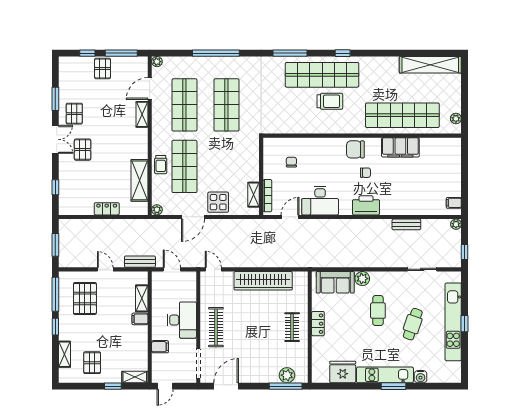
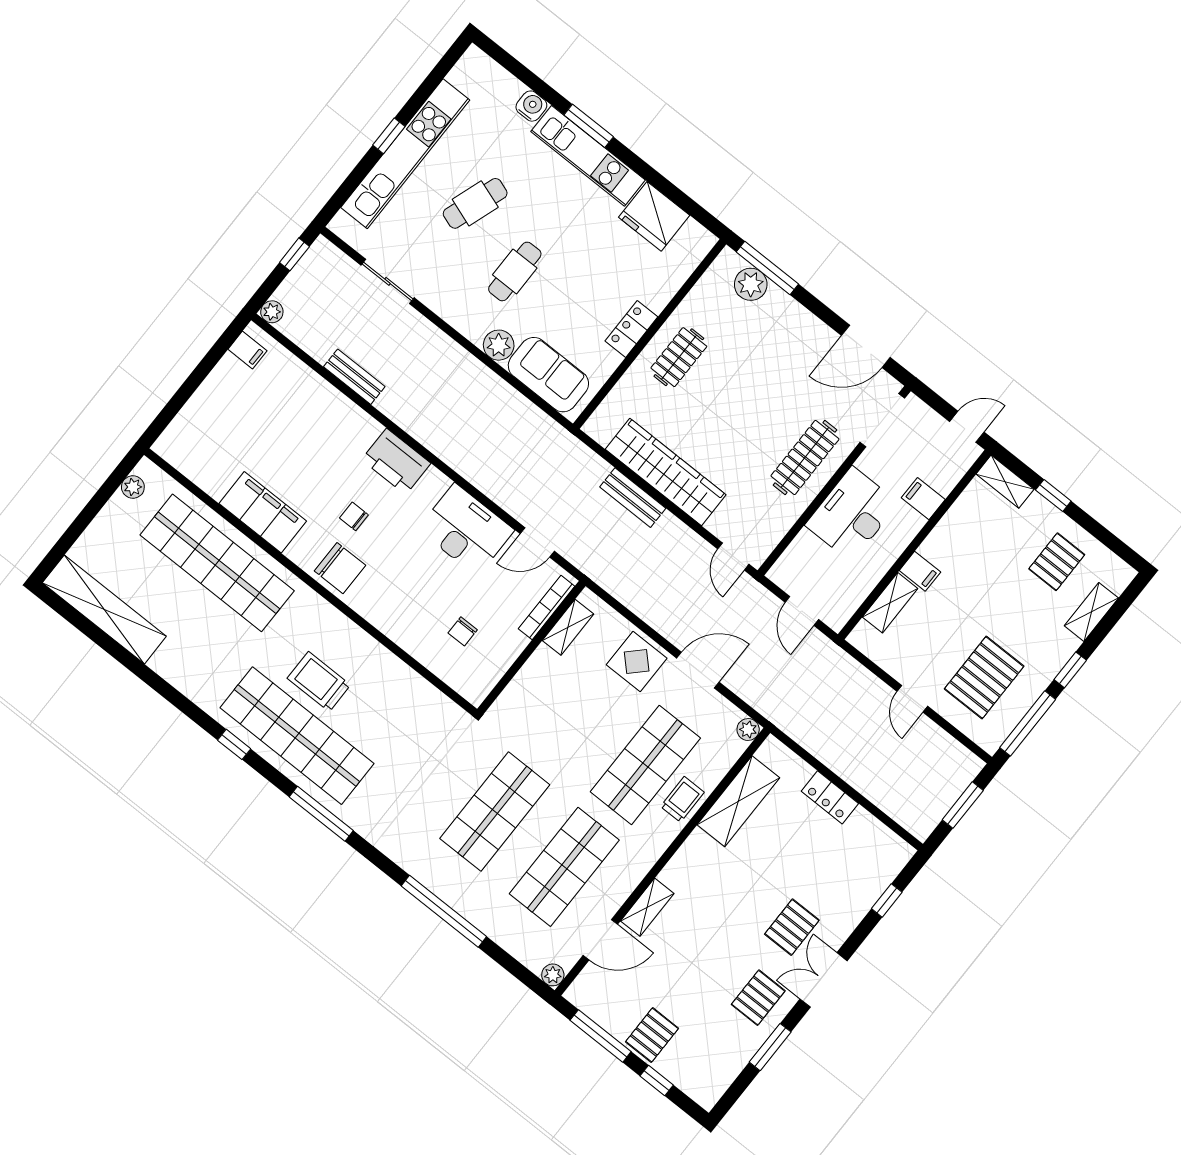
bench: (140, 262) -> (633, 498), moved

